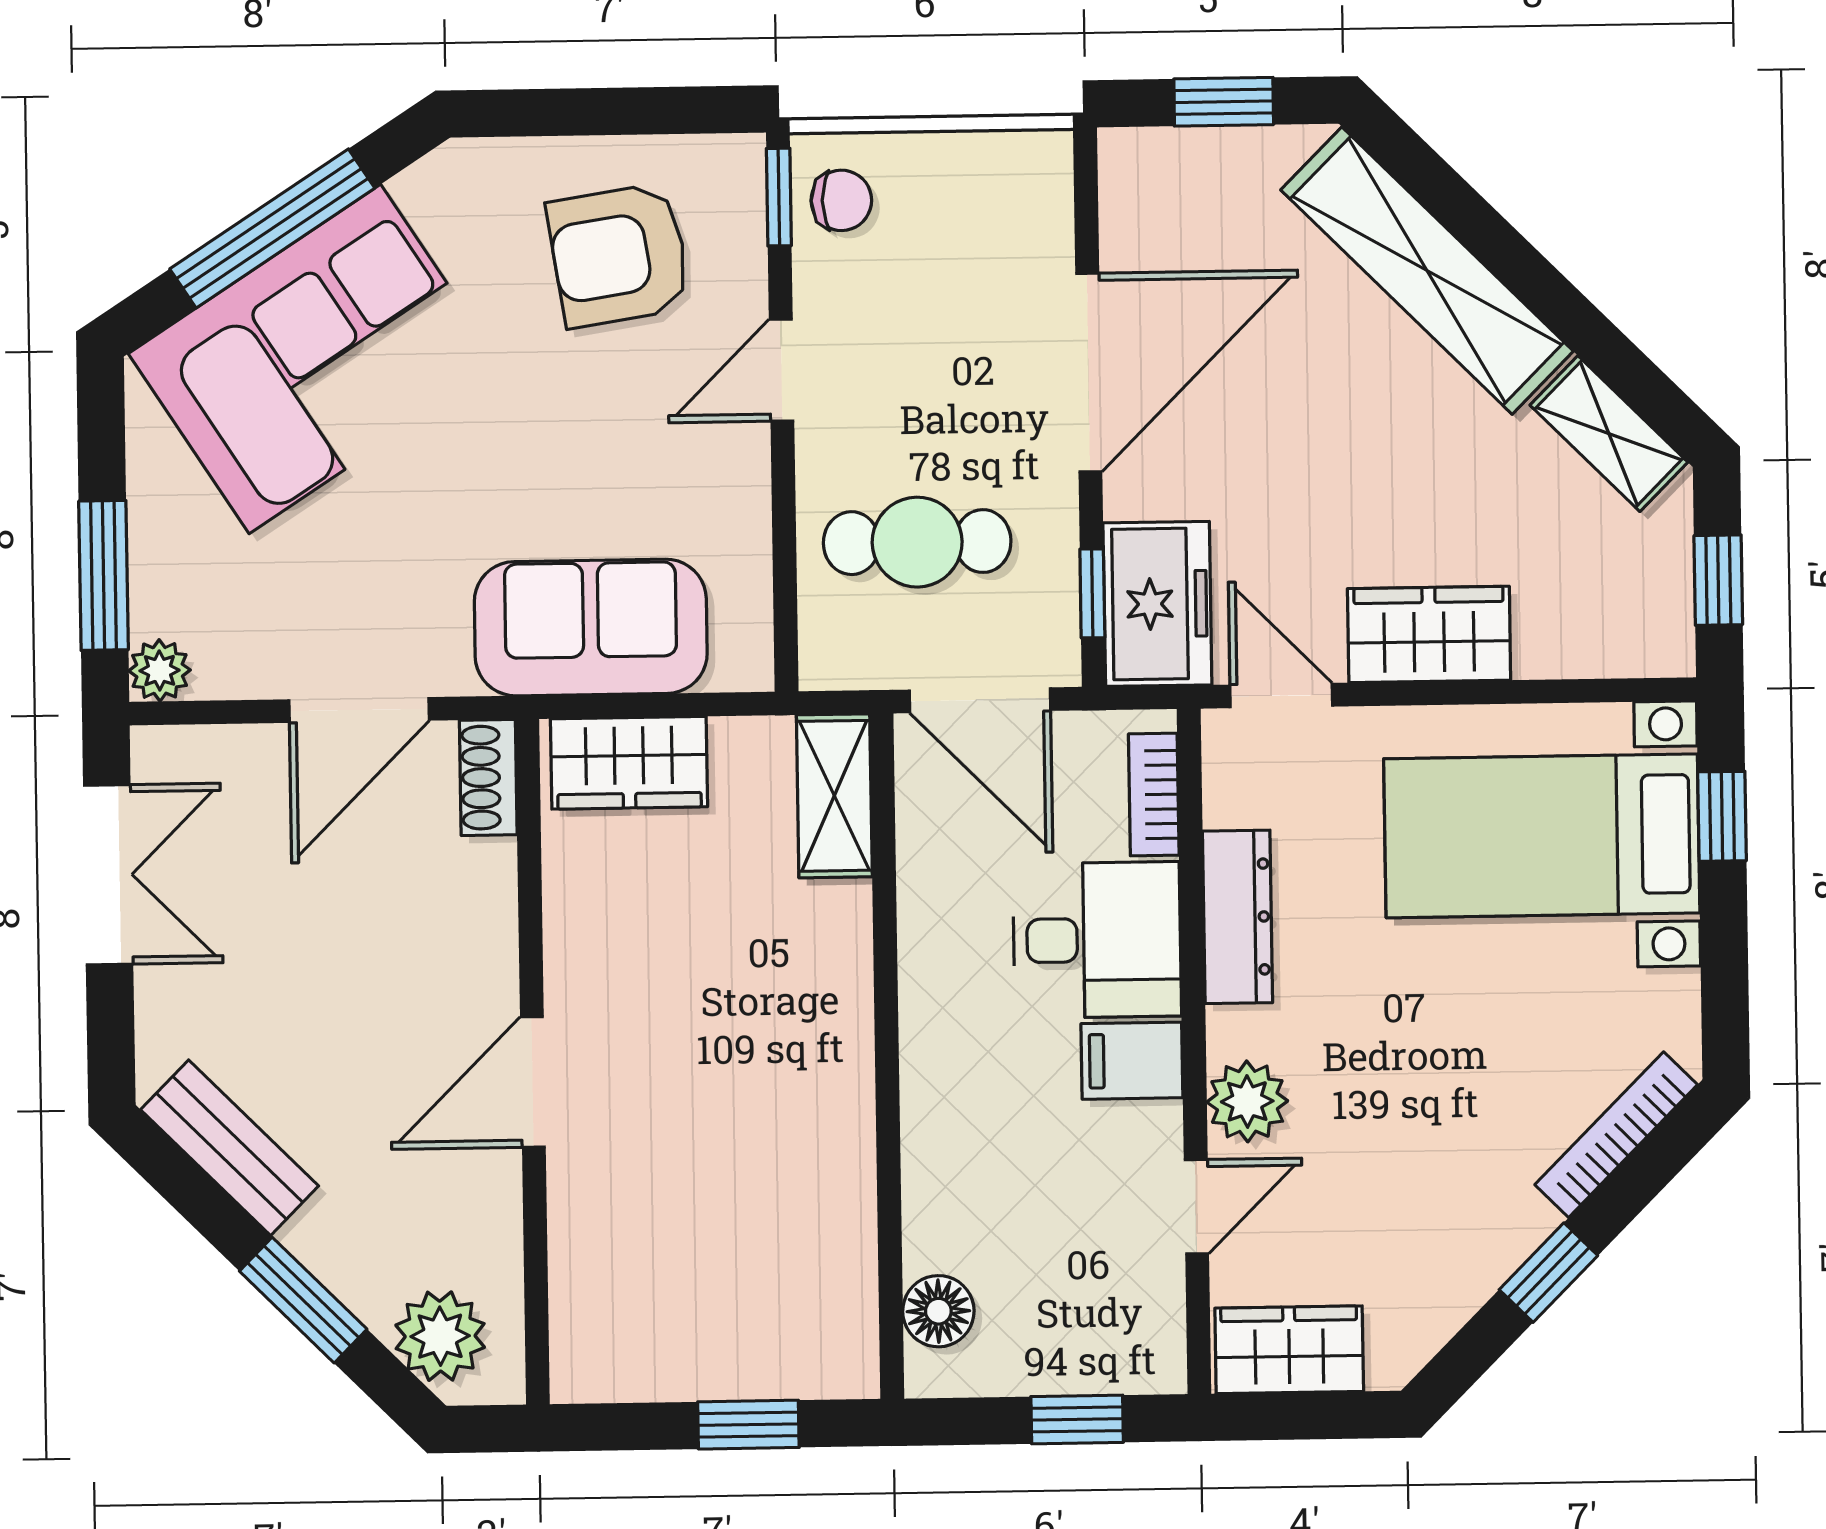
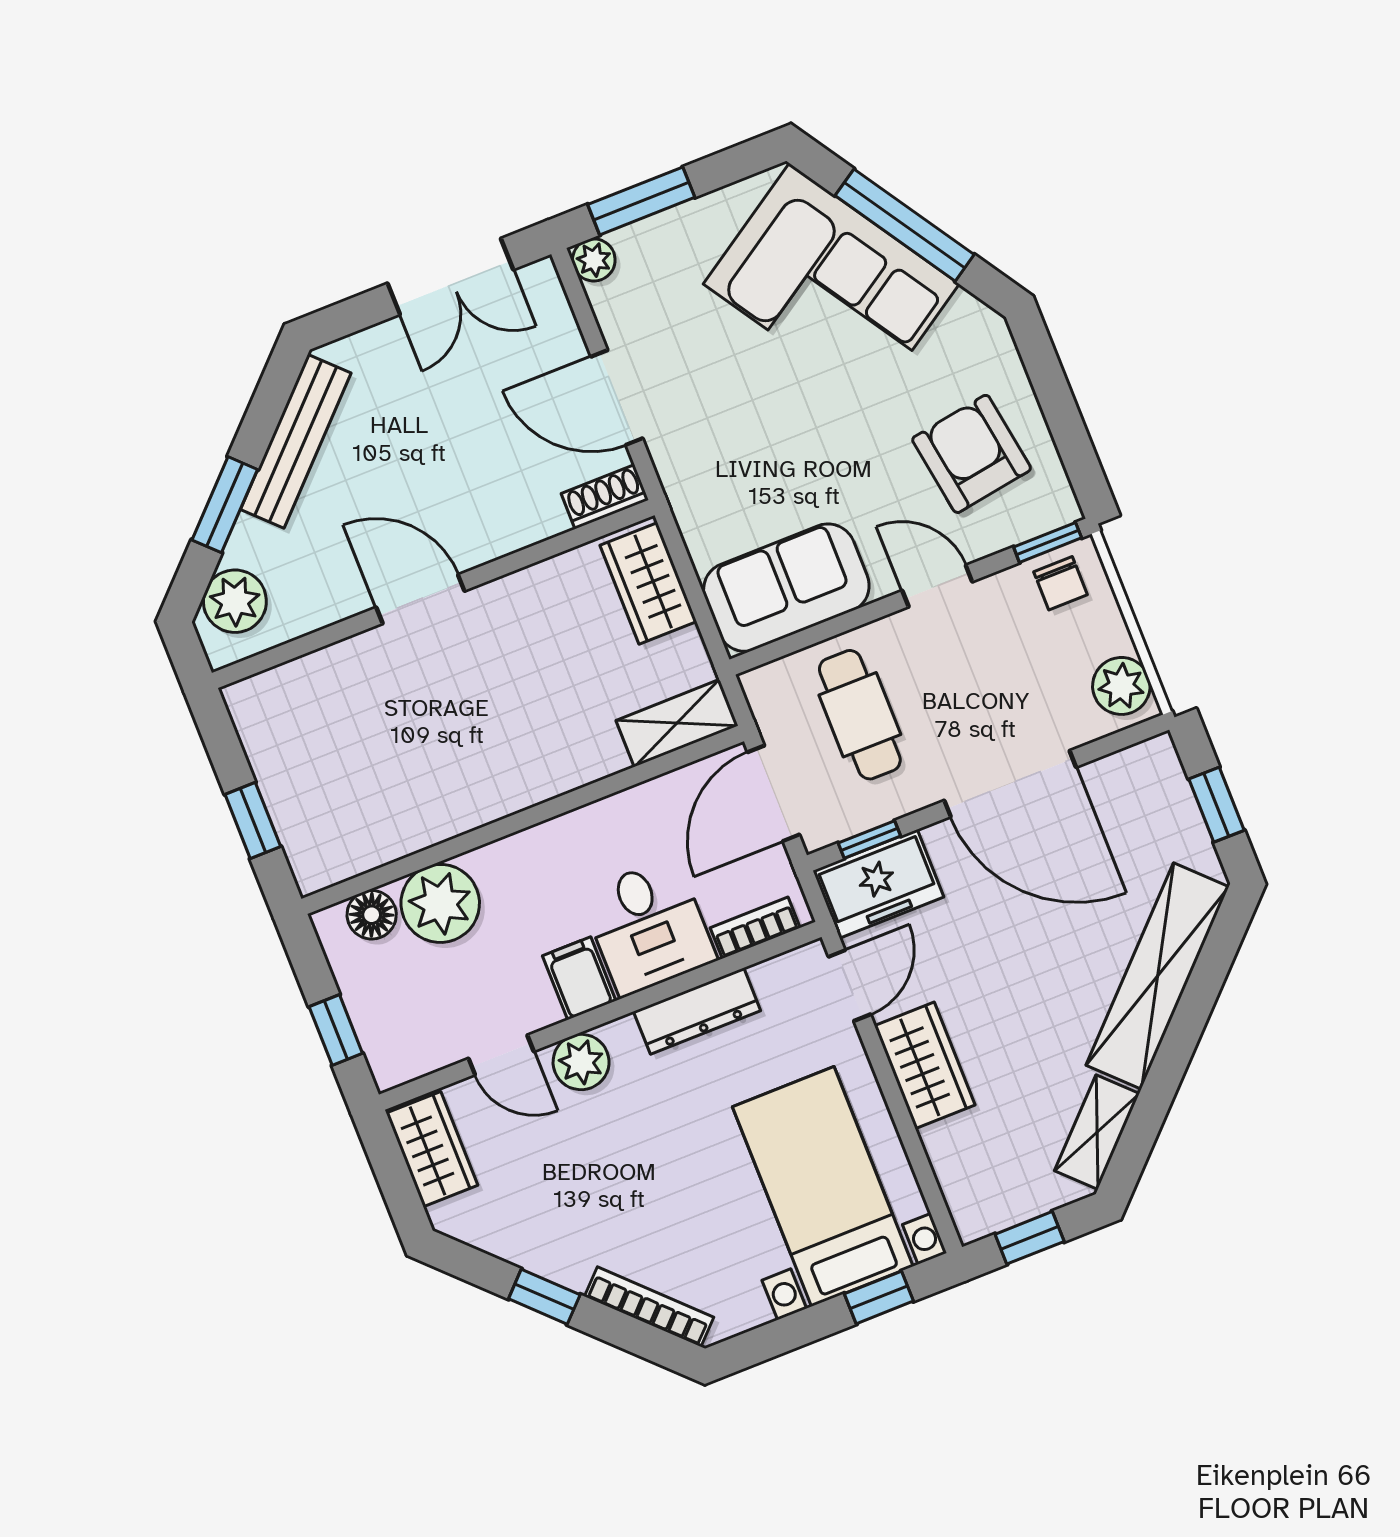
plant: (1013, 170) -> (1121, 686), added
sofa: (591, 627) -> (786, 588), moved, turned -90
bench: (230, 1148) -> (296, 441), width x1.36
plant: (958, 1212) -> (440, 903), added

